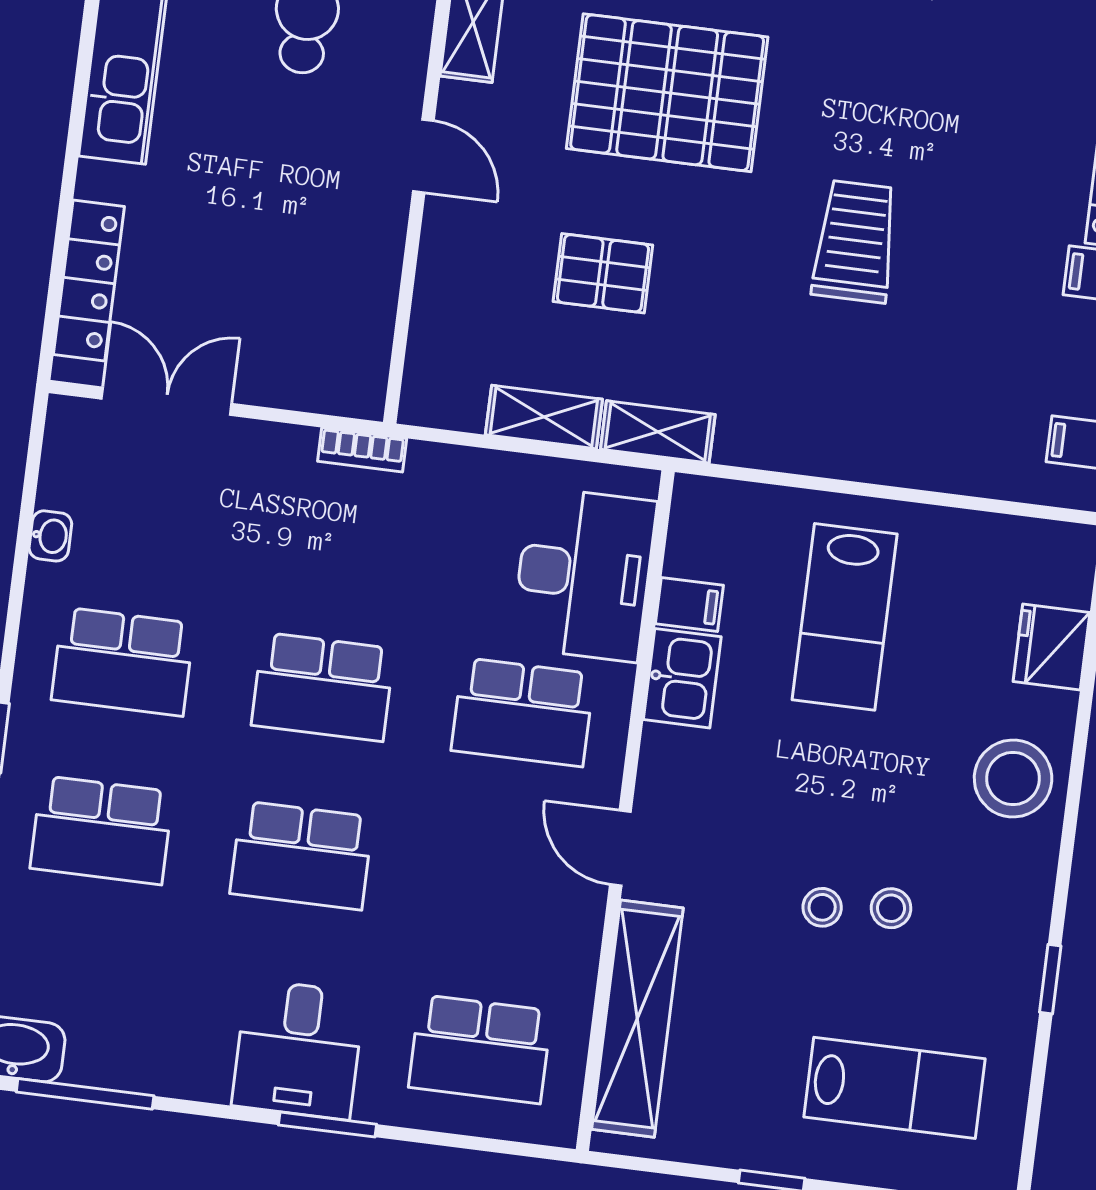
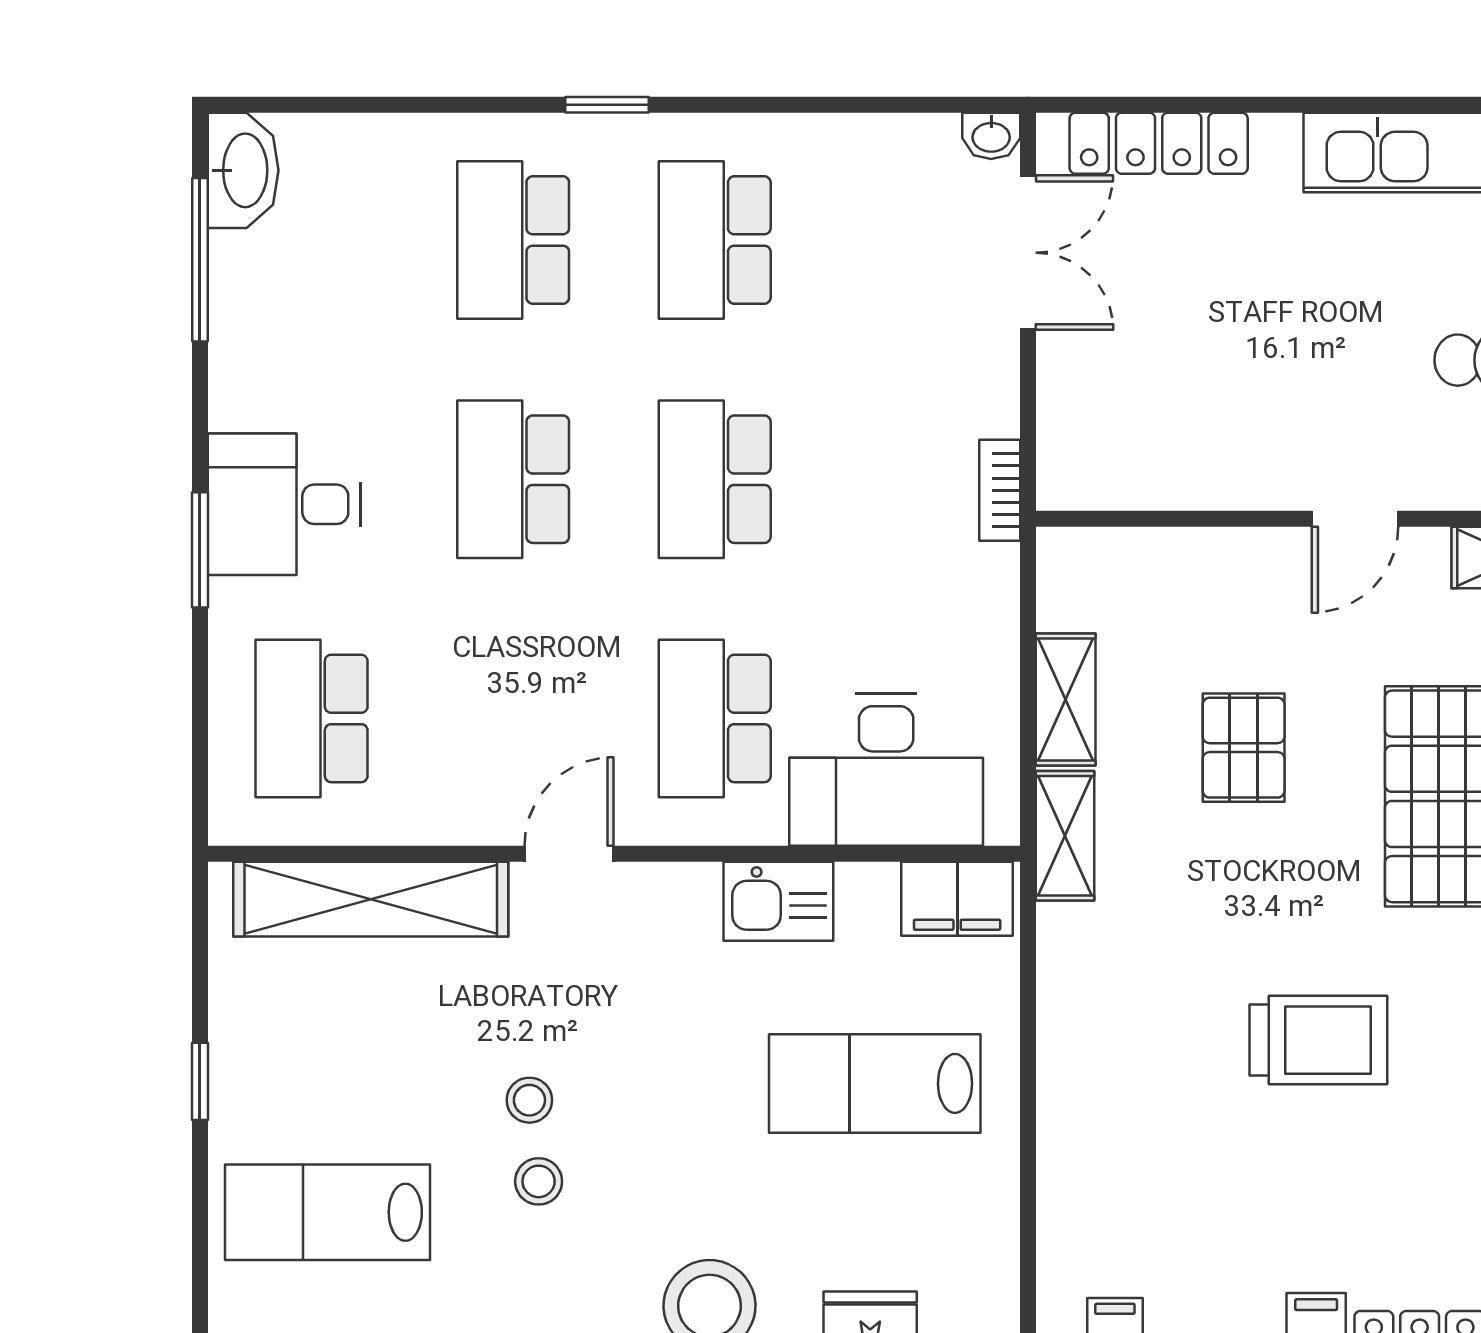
washbasin: (50, 536) -> (991, 136), moved
filing cabinet: (689, 605) -> (957, 899), moved, width x2.00
lab bench: (895, 1088) -> (328, 1212), turned 90

